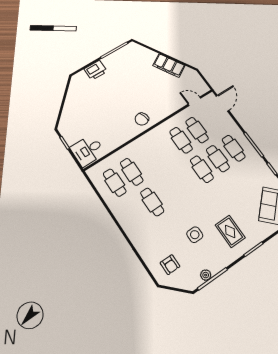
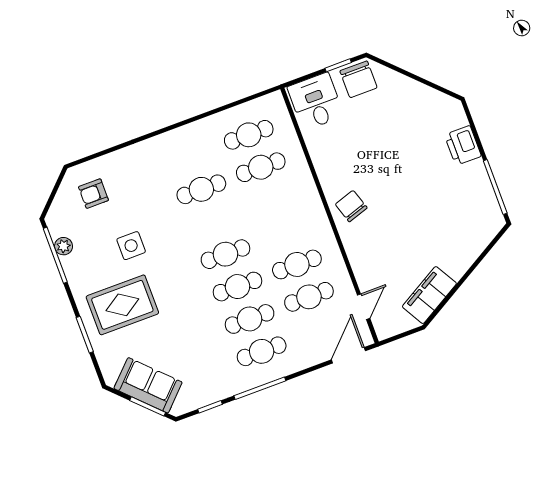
filing cabinet: (169, 65) -> (429, 295), moved
door: (222, 103) -> (348, 355), swing flipped
chair: (70, 130) -> (359, 79), added
cafe table: (186, 180) -> (225, 254), added
rug: (230, 231) -> (122, 305), width x1.36, depth x1.43

